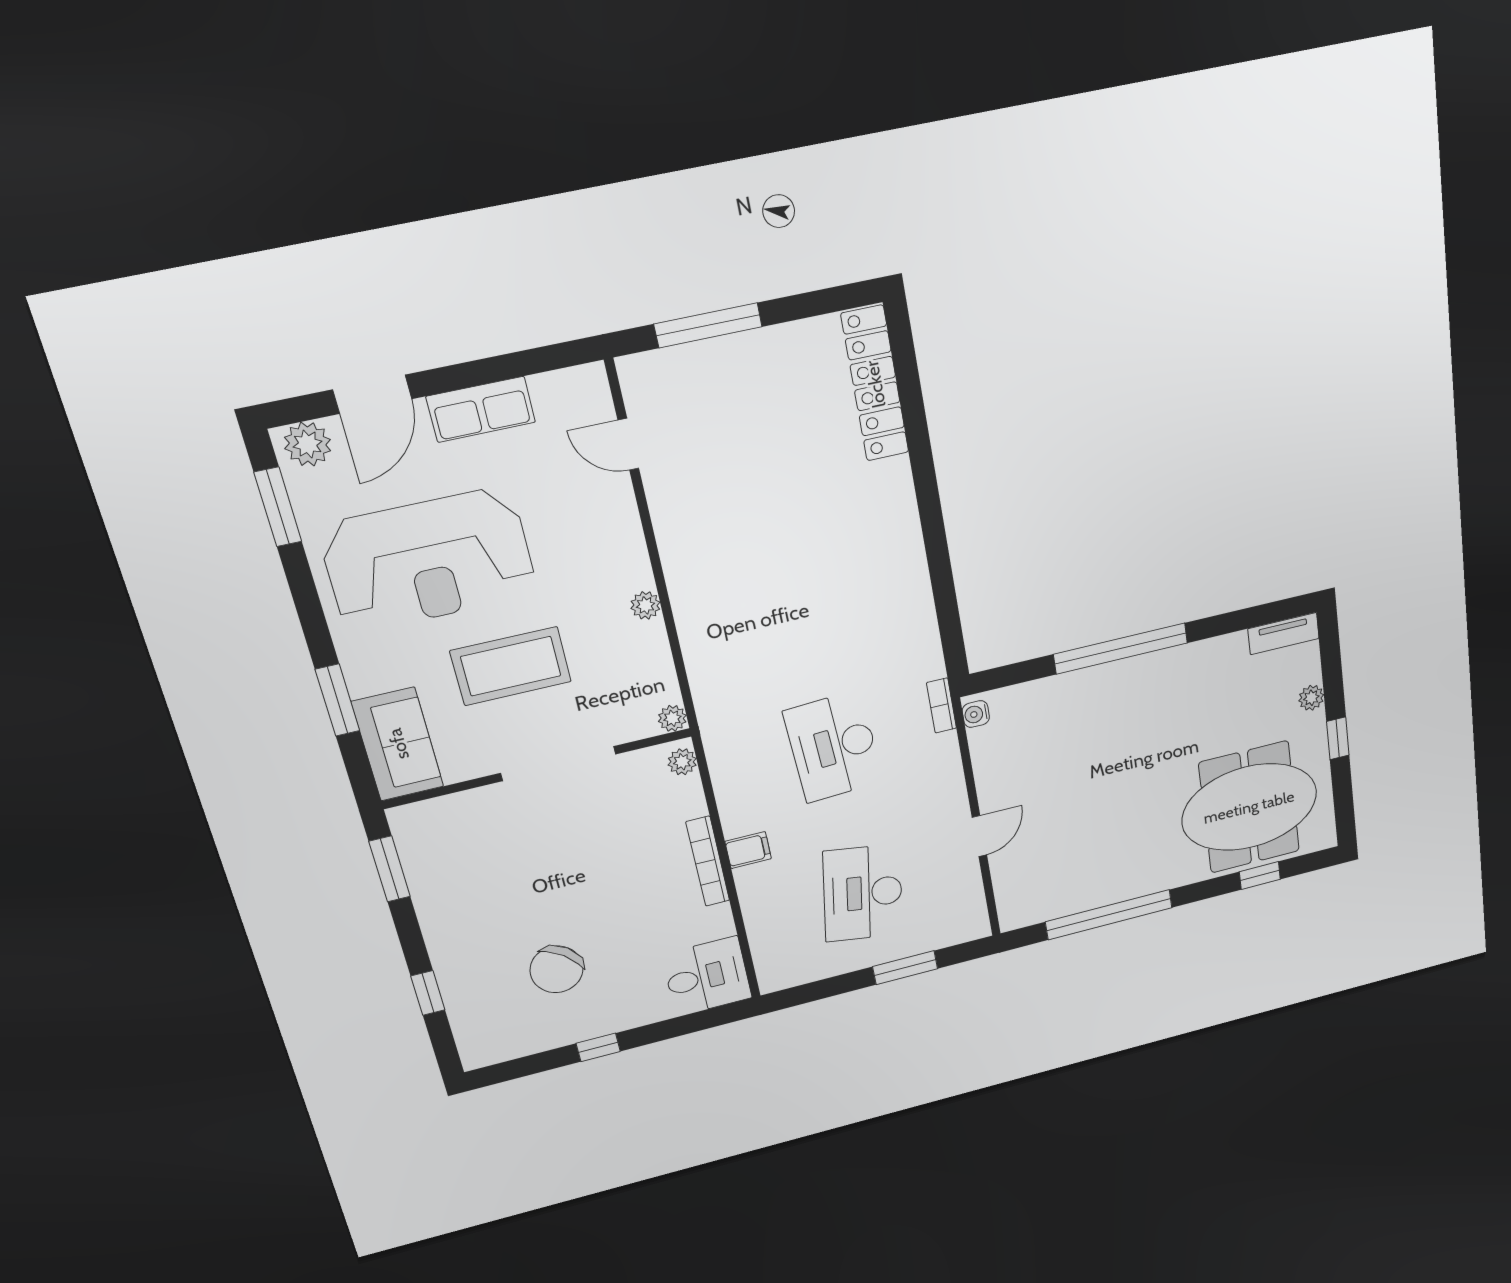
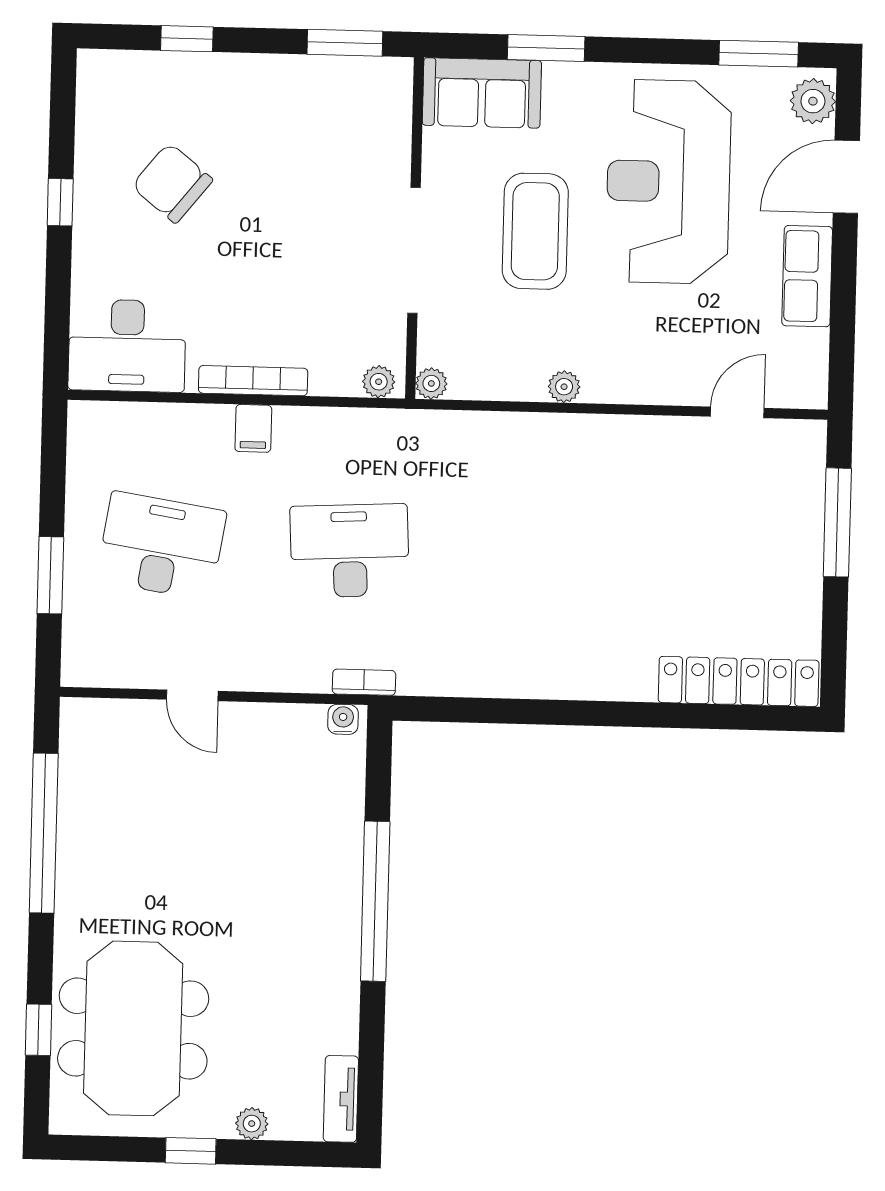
door: (372, 394) -> (846, 177), hinge flipped
desk: (707, 976) -> (127, 346), width x1.37

